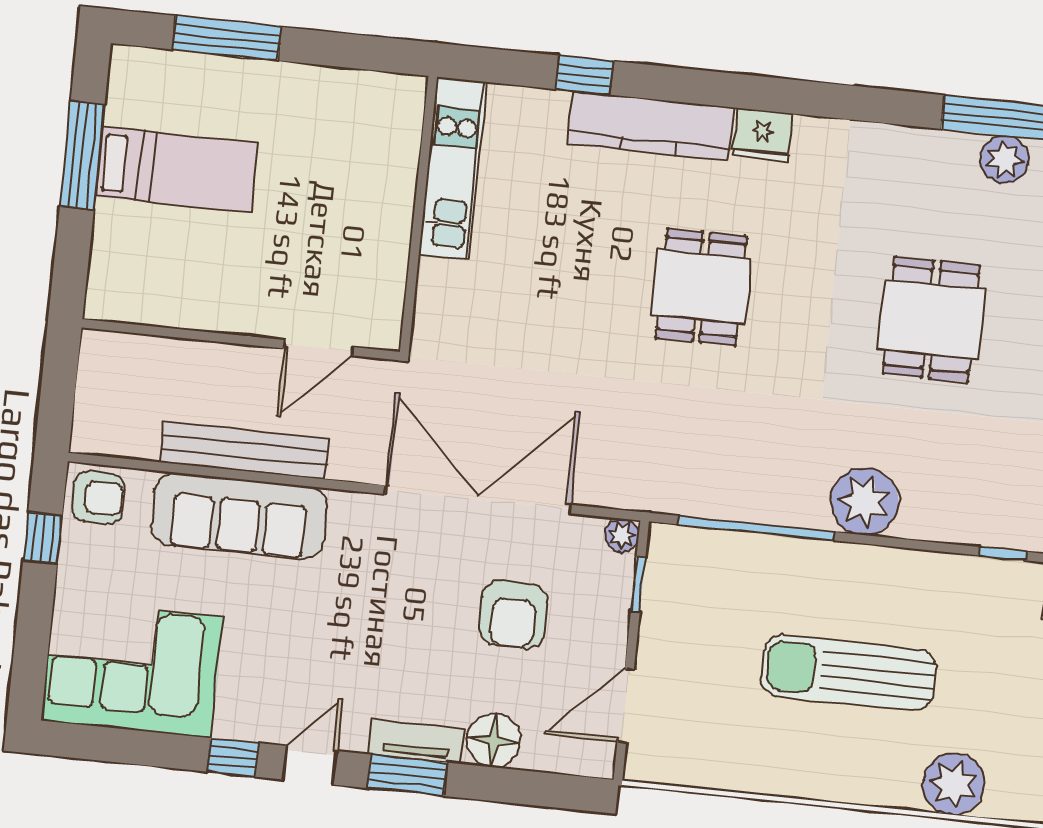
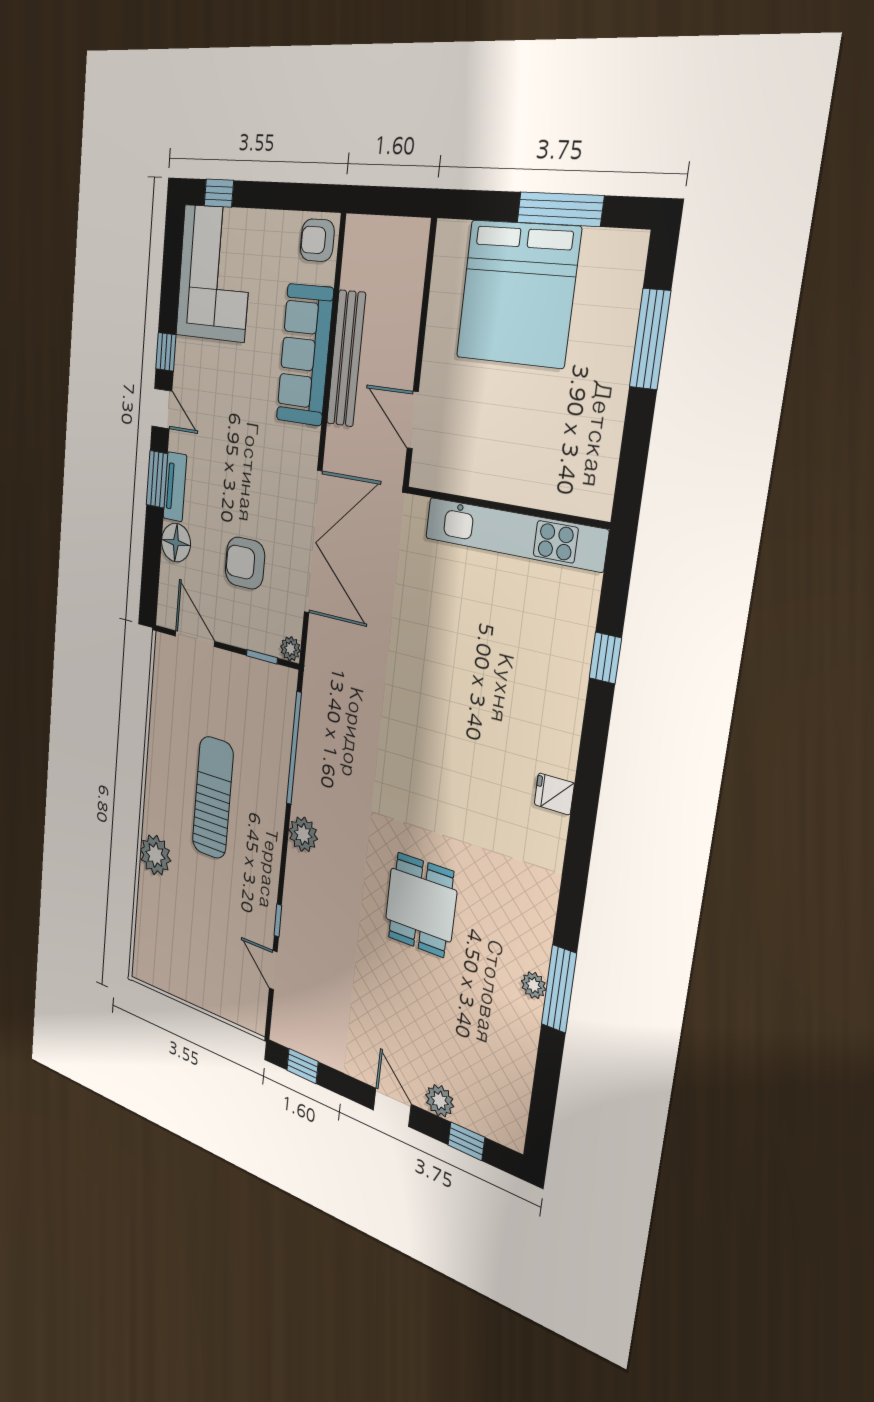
kitchen counter: (650, 126) -> (564, 709), removed
fridge: (762, 135) -> (554, 794), width x0.72
plant: (1005, 159) -> (534, 985), width x0.73, depth x0.73
kitchen unit: (453, 168) -> (514, 534), width x1.36
bed: (177, 170) -> (517, 294), width x2.04
dining table: (701, 287) -> (447, 733), removed
dining table: (931, 319) -> (421, 905), turned 90
armchair: (98, 498) -> (317, 240), turned 90
plant: (865, 501) -> (303, 834), width x0.73, depth x0.73
window: (43, 538) -> (219, 193), moved

